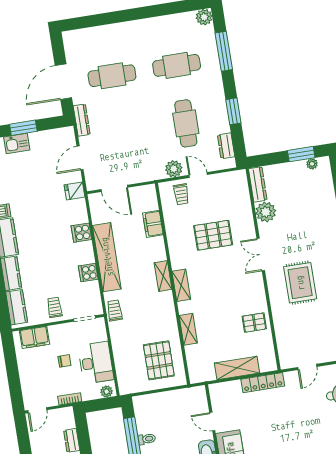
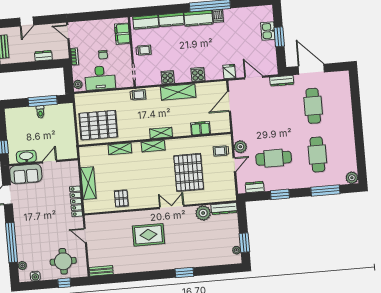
pallet: (213, 235) -> (189, 172), width x1.37, depth x1.41
shelving: (107, 257) -> (178, 92), width x0.68
pallet: (159, 360) -> (98, 125), width x1.37, depth x1.41

